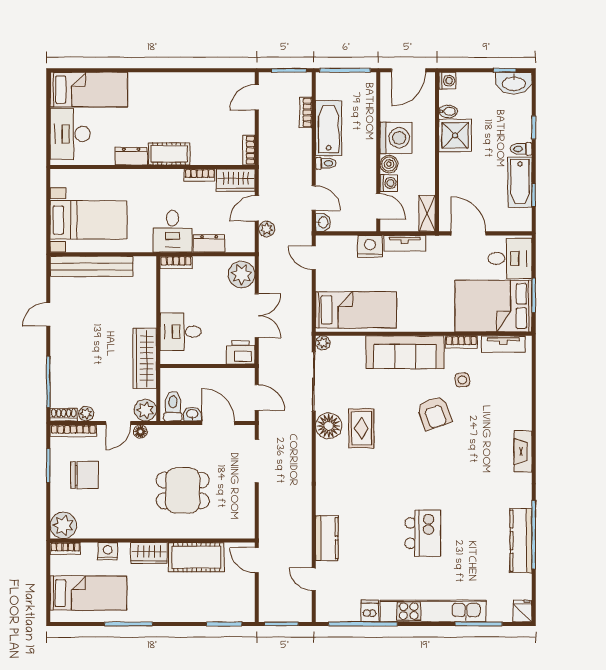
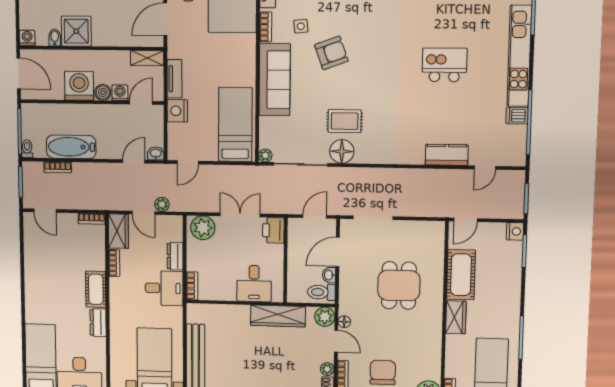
toilet: (326, 163) -> (27, 149), moved
nightstand: (108, 551) -> (515, 231), moved, turned 180

